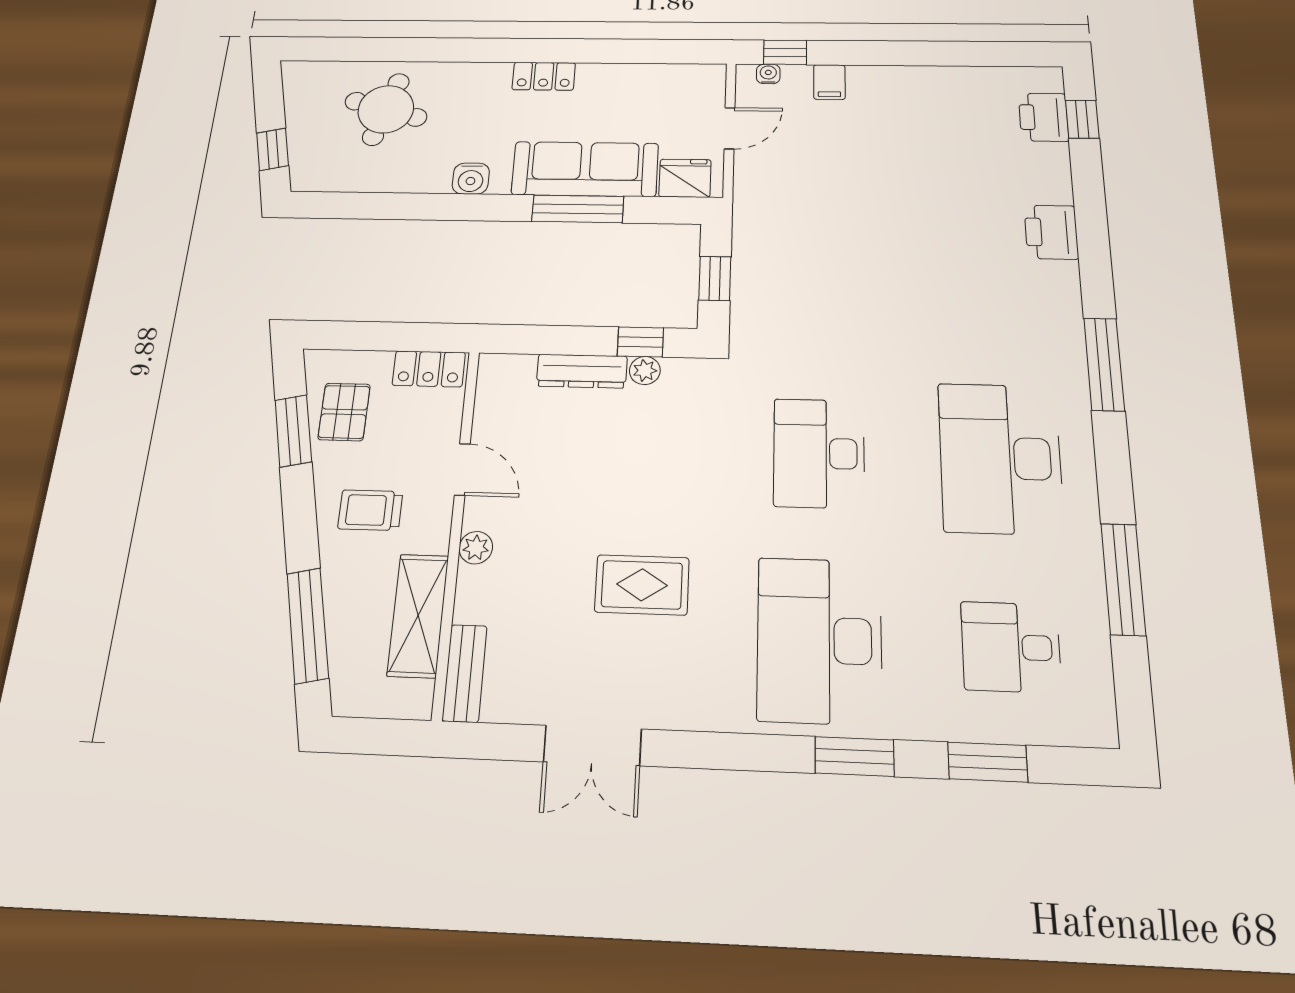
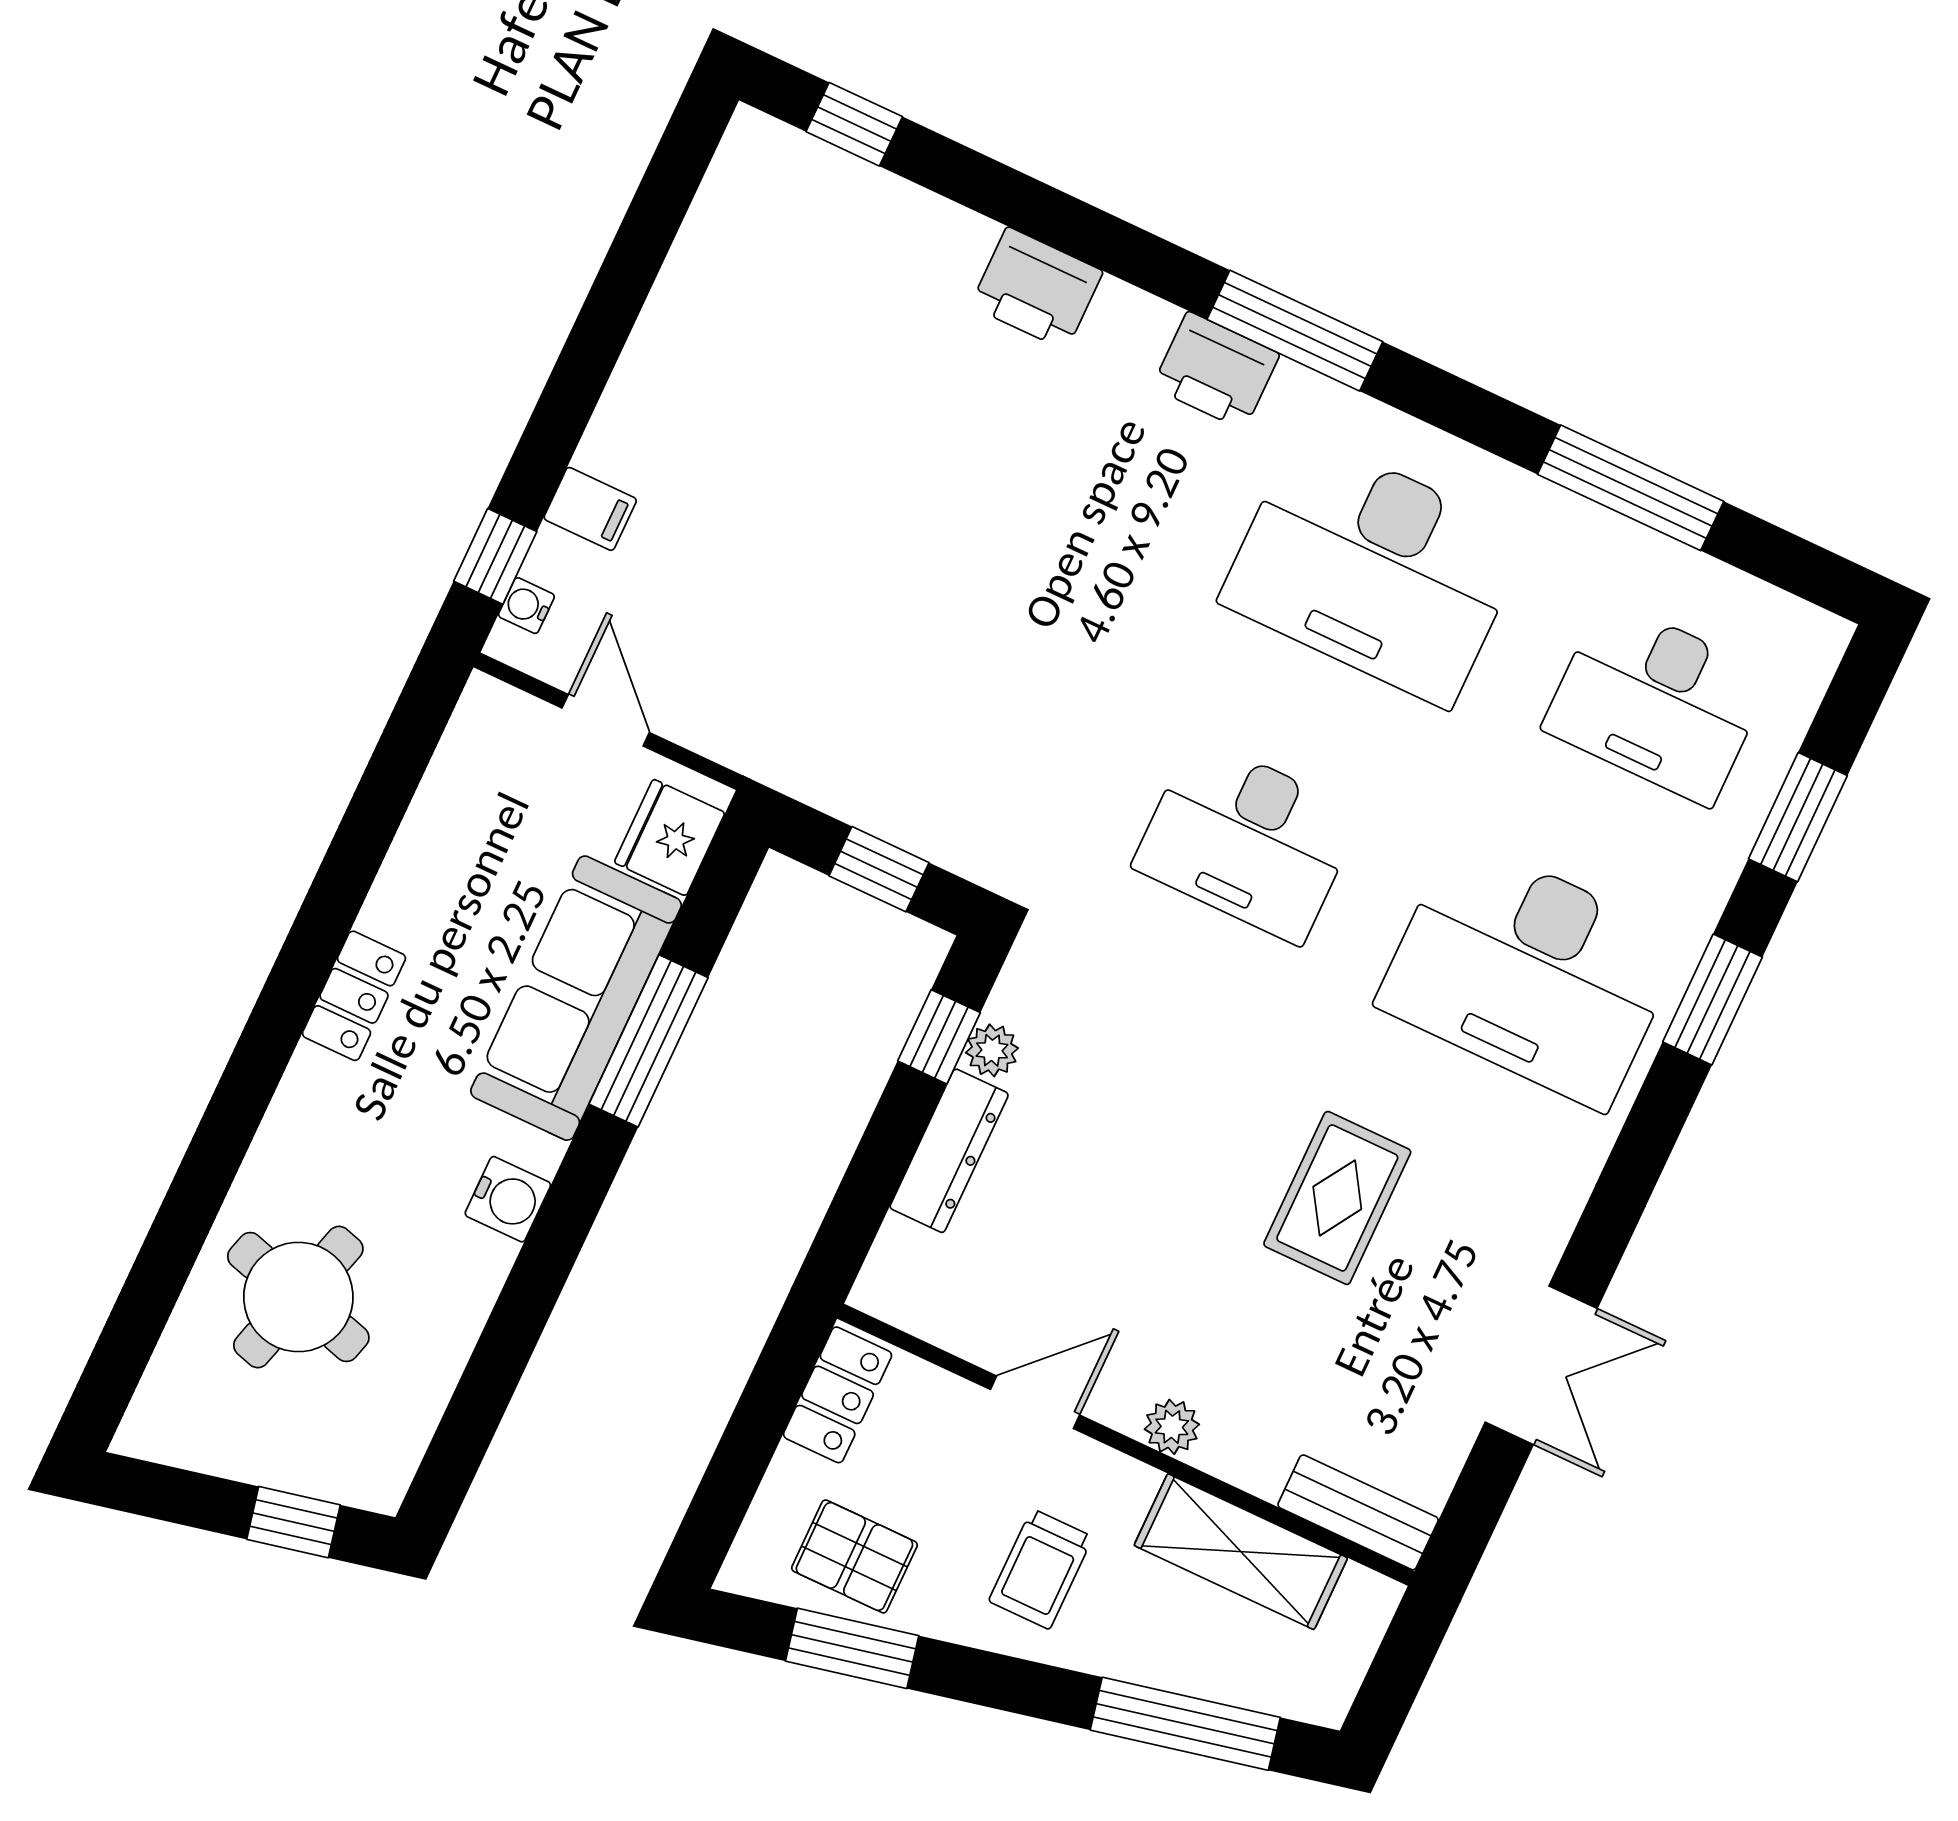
printer: (1043, 117) -> (1216, 371), moved
desk: (1011, 647) -> (1657, 702), width x1.37

